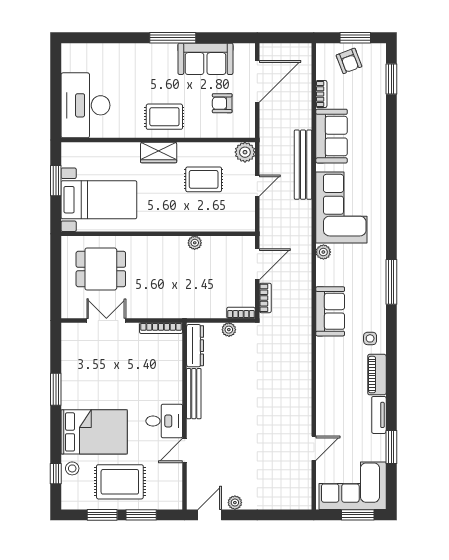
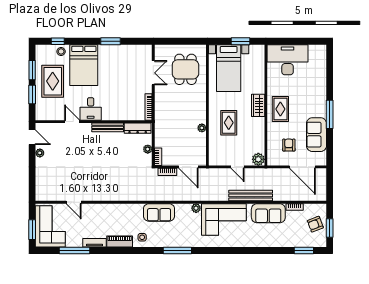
rug: (204, 179) -> (229, 123), moved
window: (391, 447) -> (74, 251), width x1.44

